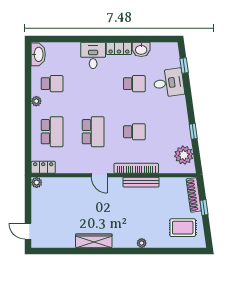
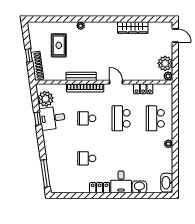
washbasin: (141, 49) -> (139, 187), moved
window: (184, 66) -> (45, 173), width x2.17
desk: (169, 83) -> (52, 118), moved
school desk: (52, 84) -> (155, 158), removed
locker: (43, 167) -> (143, 89), moved
plant: (40, 198) -> (165, 63), added
rug: (183, 228) -> (59, 45), moved, turned 90
wardrobe: (94, 241) -> (133, 28), moved

